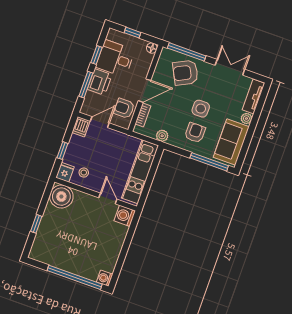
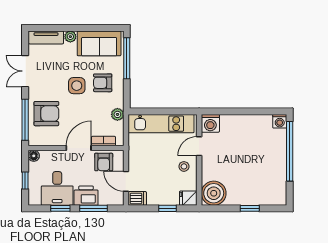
armchair: (185, 73) -> (46, 114), turned -63
door: (144, 91) -> (79, 148), hinge flipped
stool: (84, 173) -> (184, 166), moved

